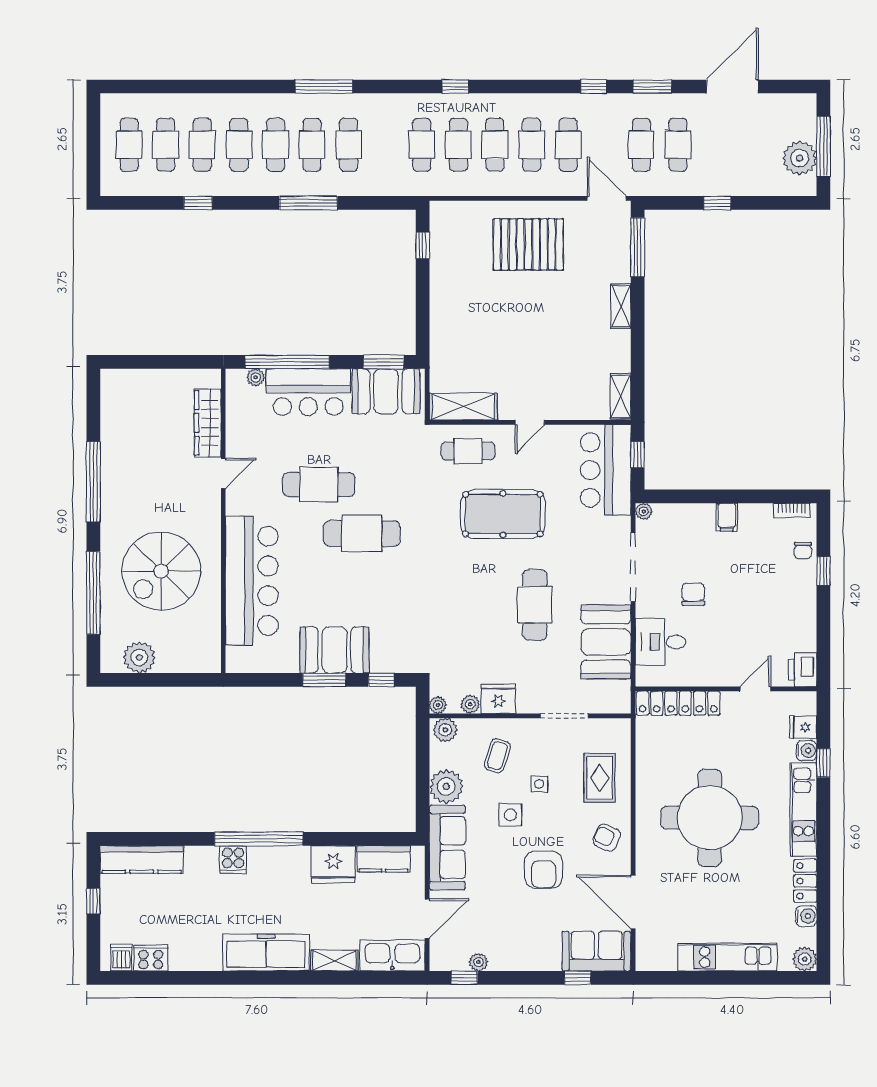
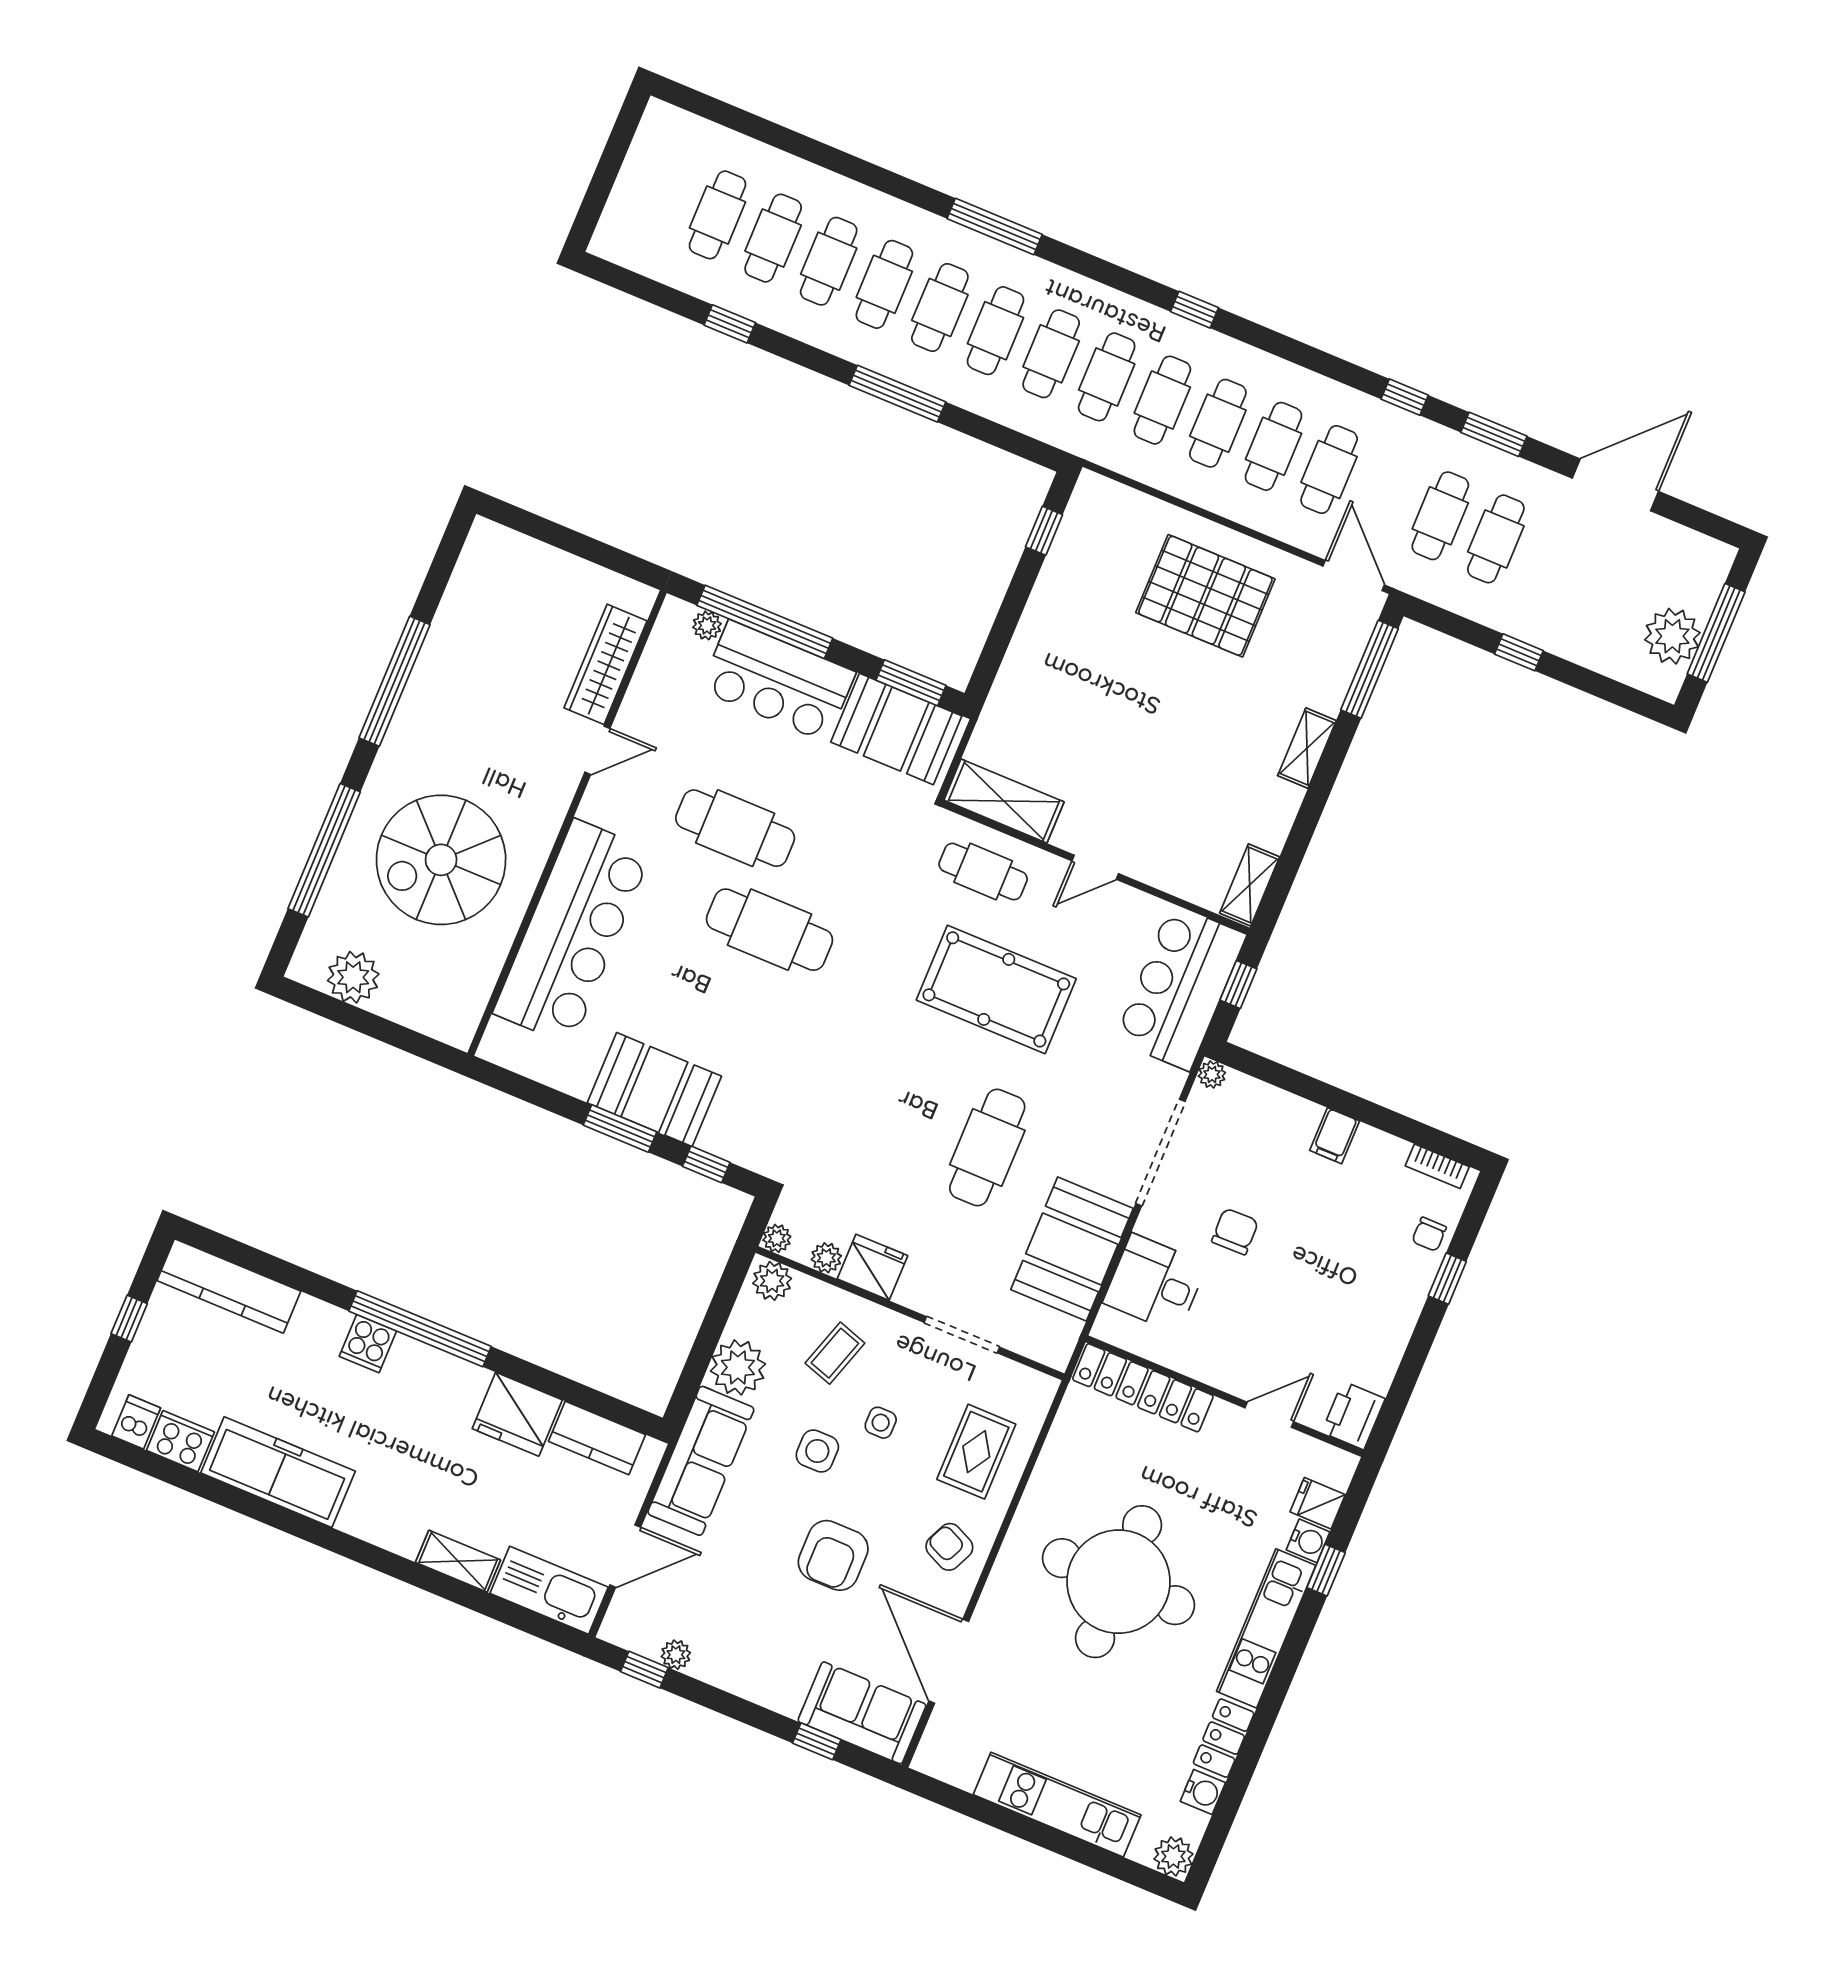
cafe table: (129, 145) -> (1051, 354), moved
freezer: (266, 953) -> (278, 1472), moved

